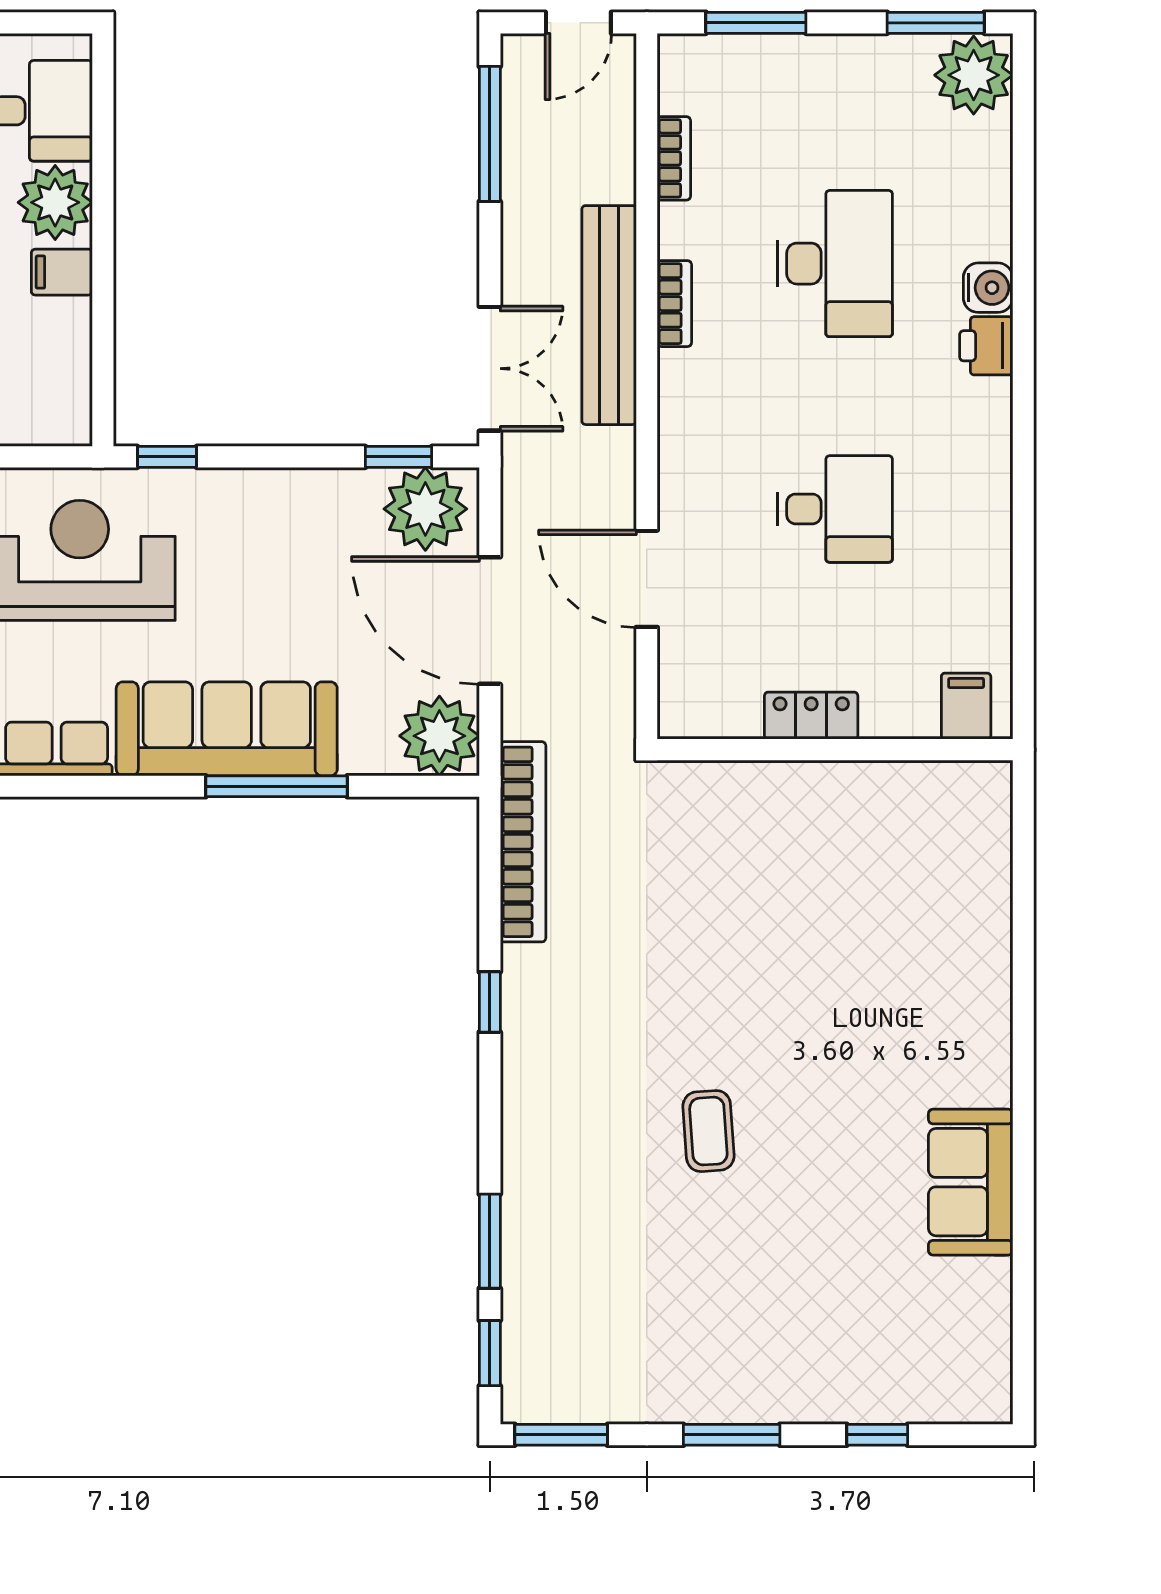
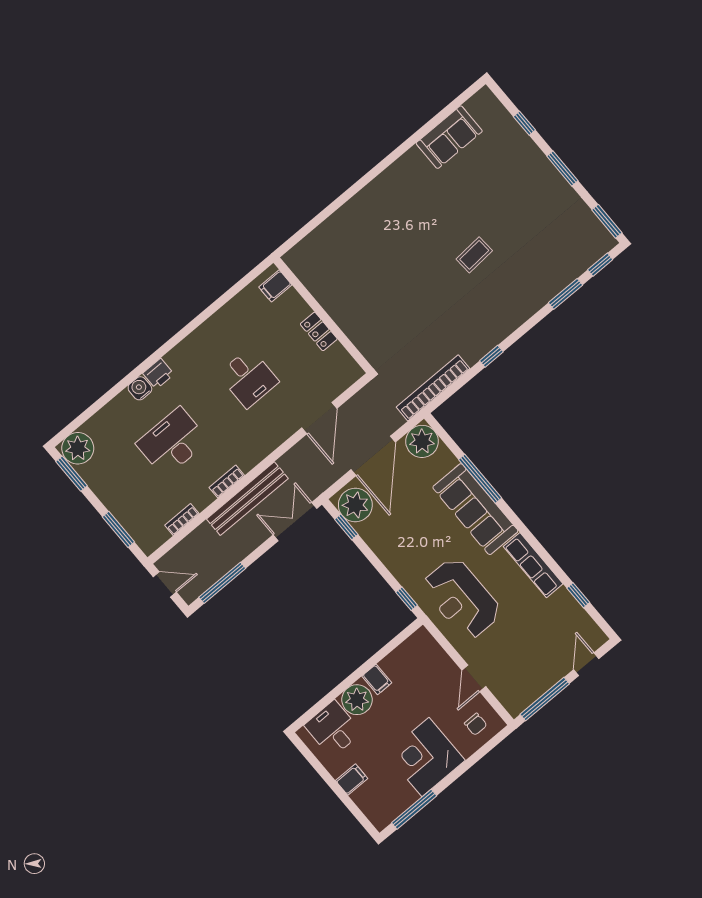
desk: (835, 509) -> (248, 378), turned 180
sofa: (971, 1182) -> (449, 137), moved

